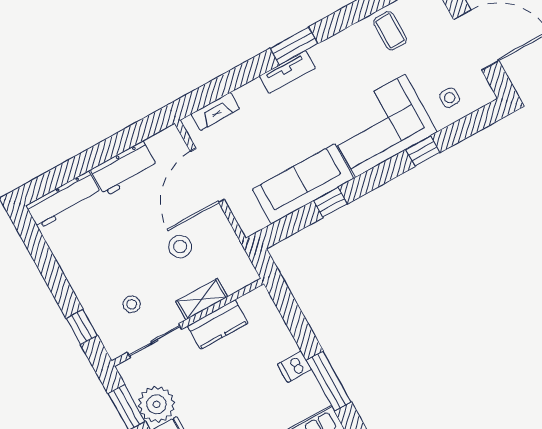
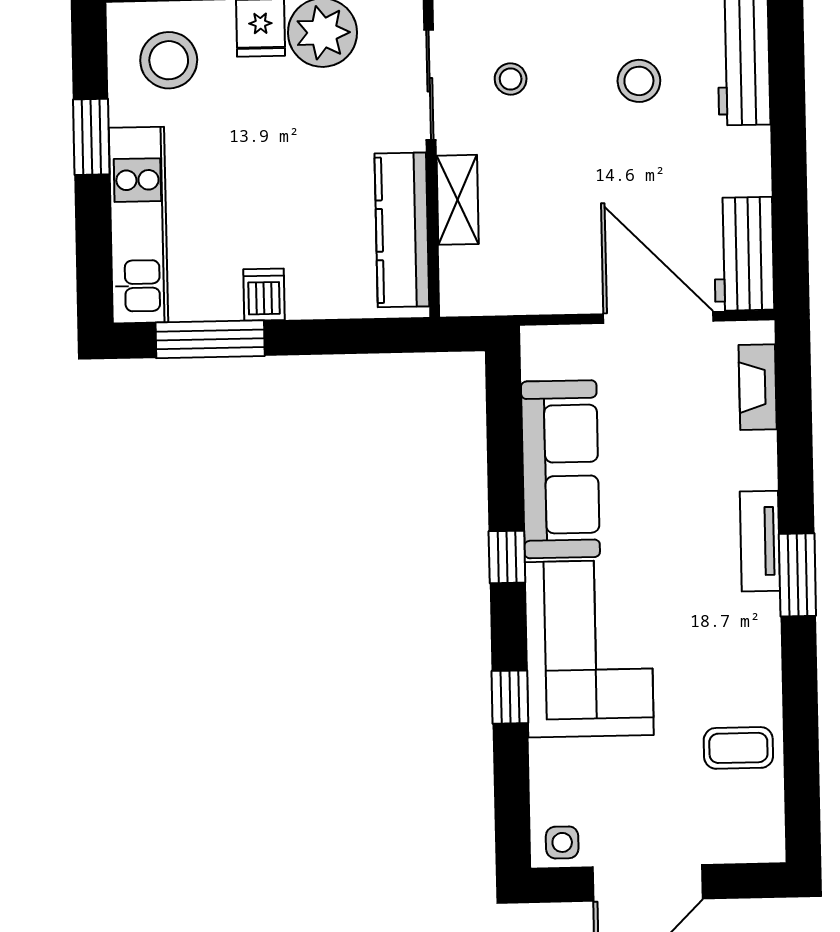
side table: (450, 98) -> (562, 842), moved
workbench: (124, 169) -> (744, 254), moved
window: (330, 202) -> (507, 557), moved
stool: (180, 247) -> (639, 81), moved
kitchen counter: (218, 325) -> (402, 230), width x1.50

